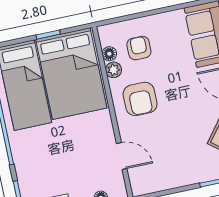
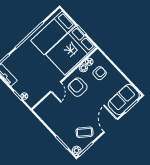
armchair: (140, 99) -> (78, 87), turned 90
door: (122, 156) -> (56, 87), moved

